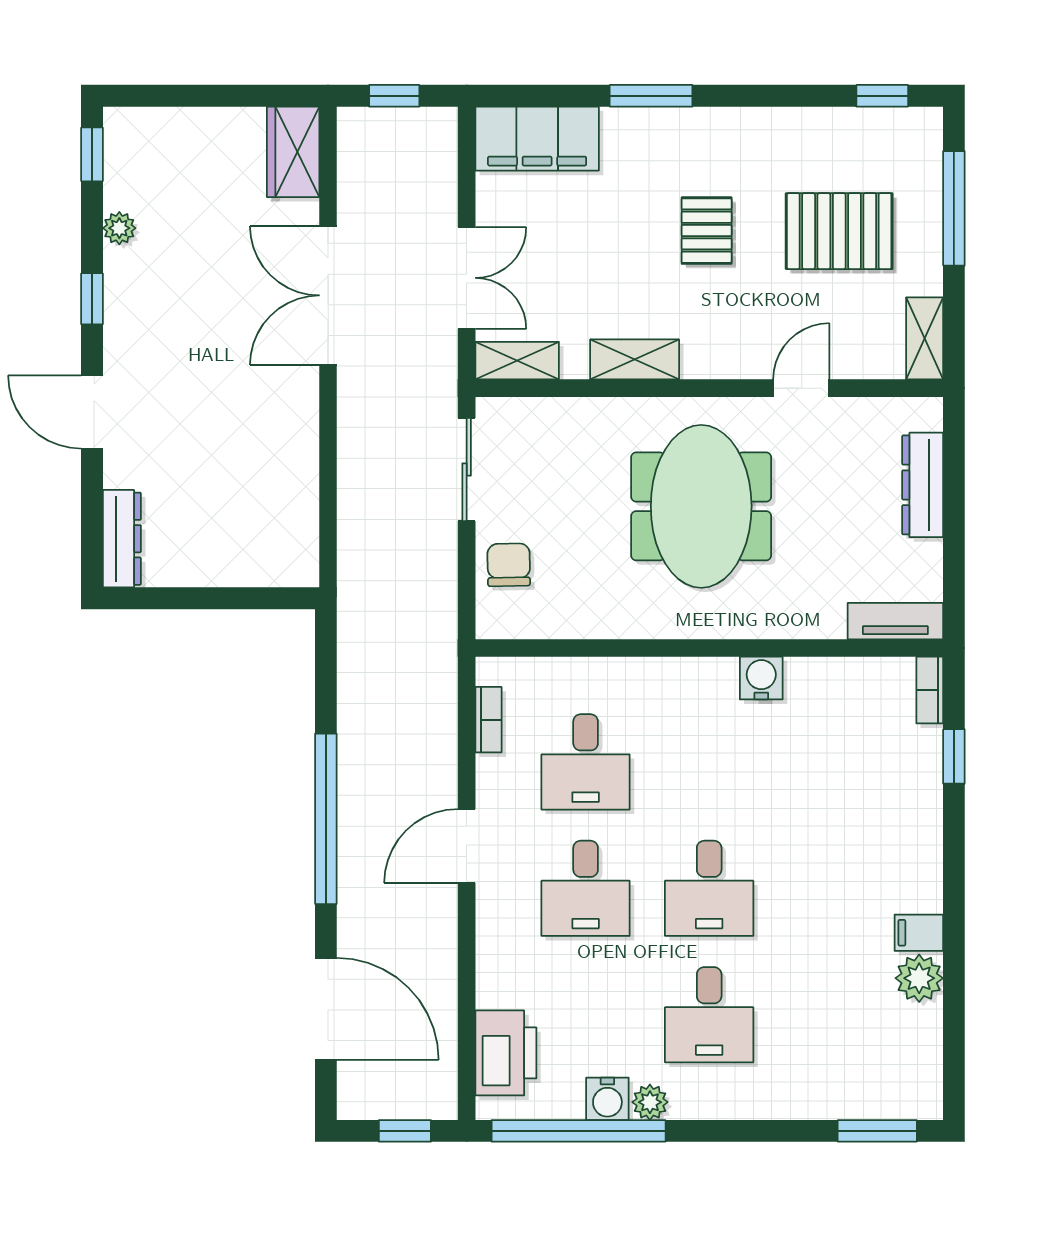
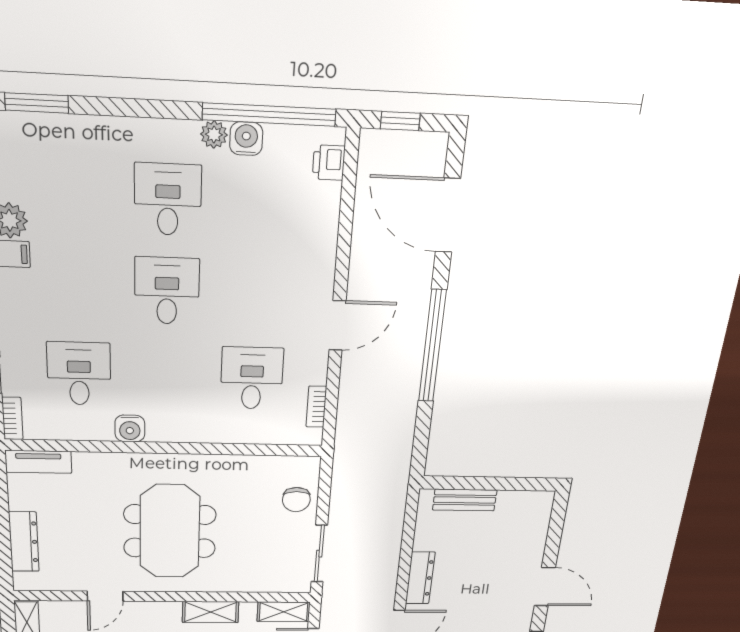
dresser: (122, 539) -> (420, 578), moved, turned 180
bench: (246, 569) -> (465, 500), added
desk: (586, 888) -> (79, 374), moved
printer: (506, 1053) -> (329, 163), width x0.53, depth x0.68

